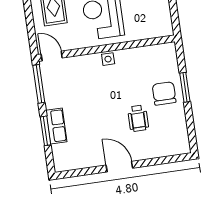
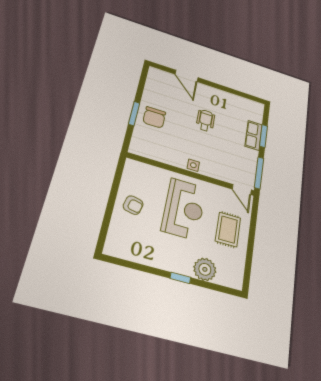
wheelchair: (138, 118) -> (205, 121), moved
door: (119, 167) -> (187, 76), moved

